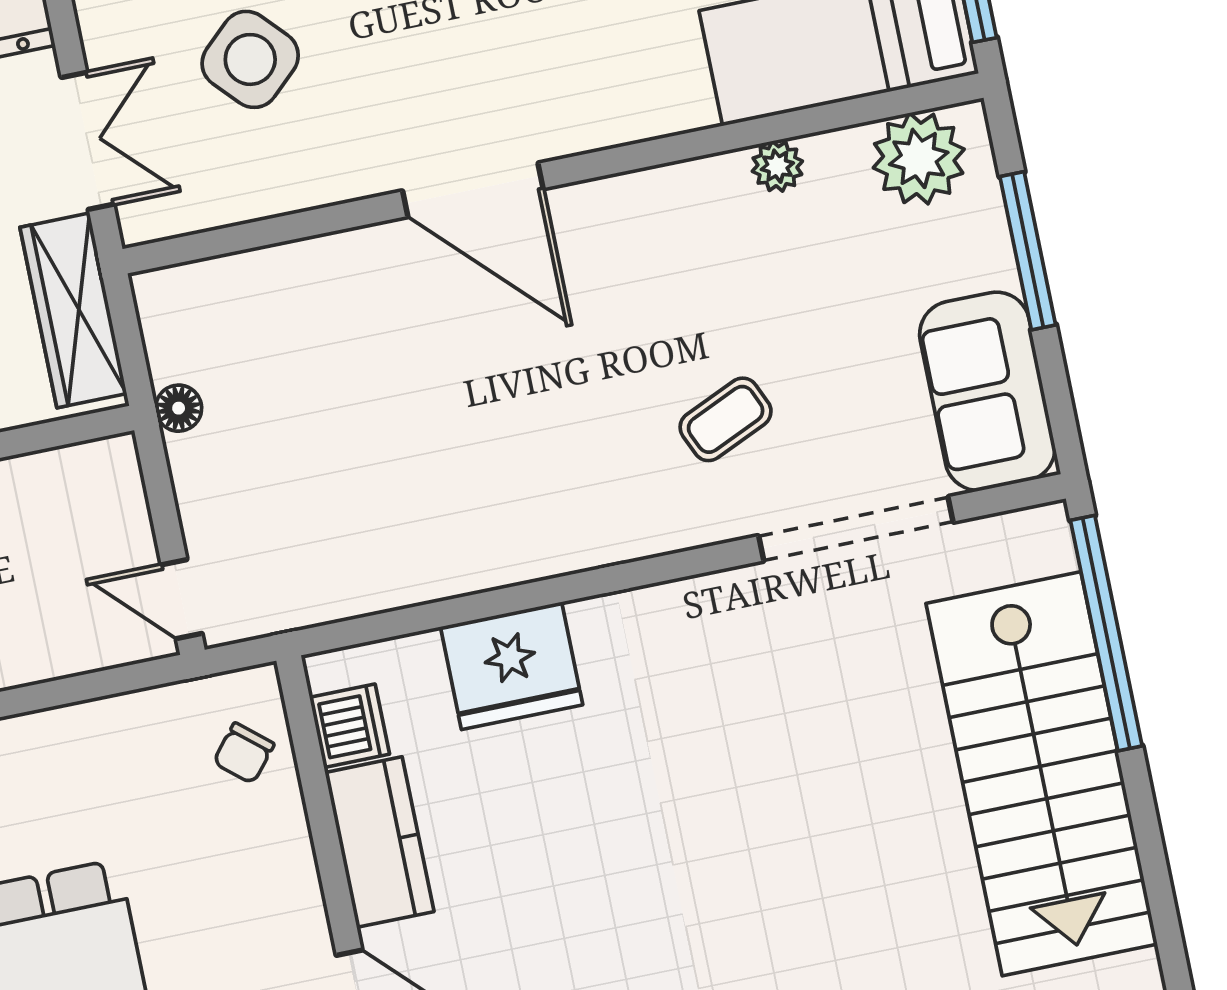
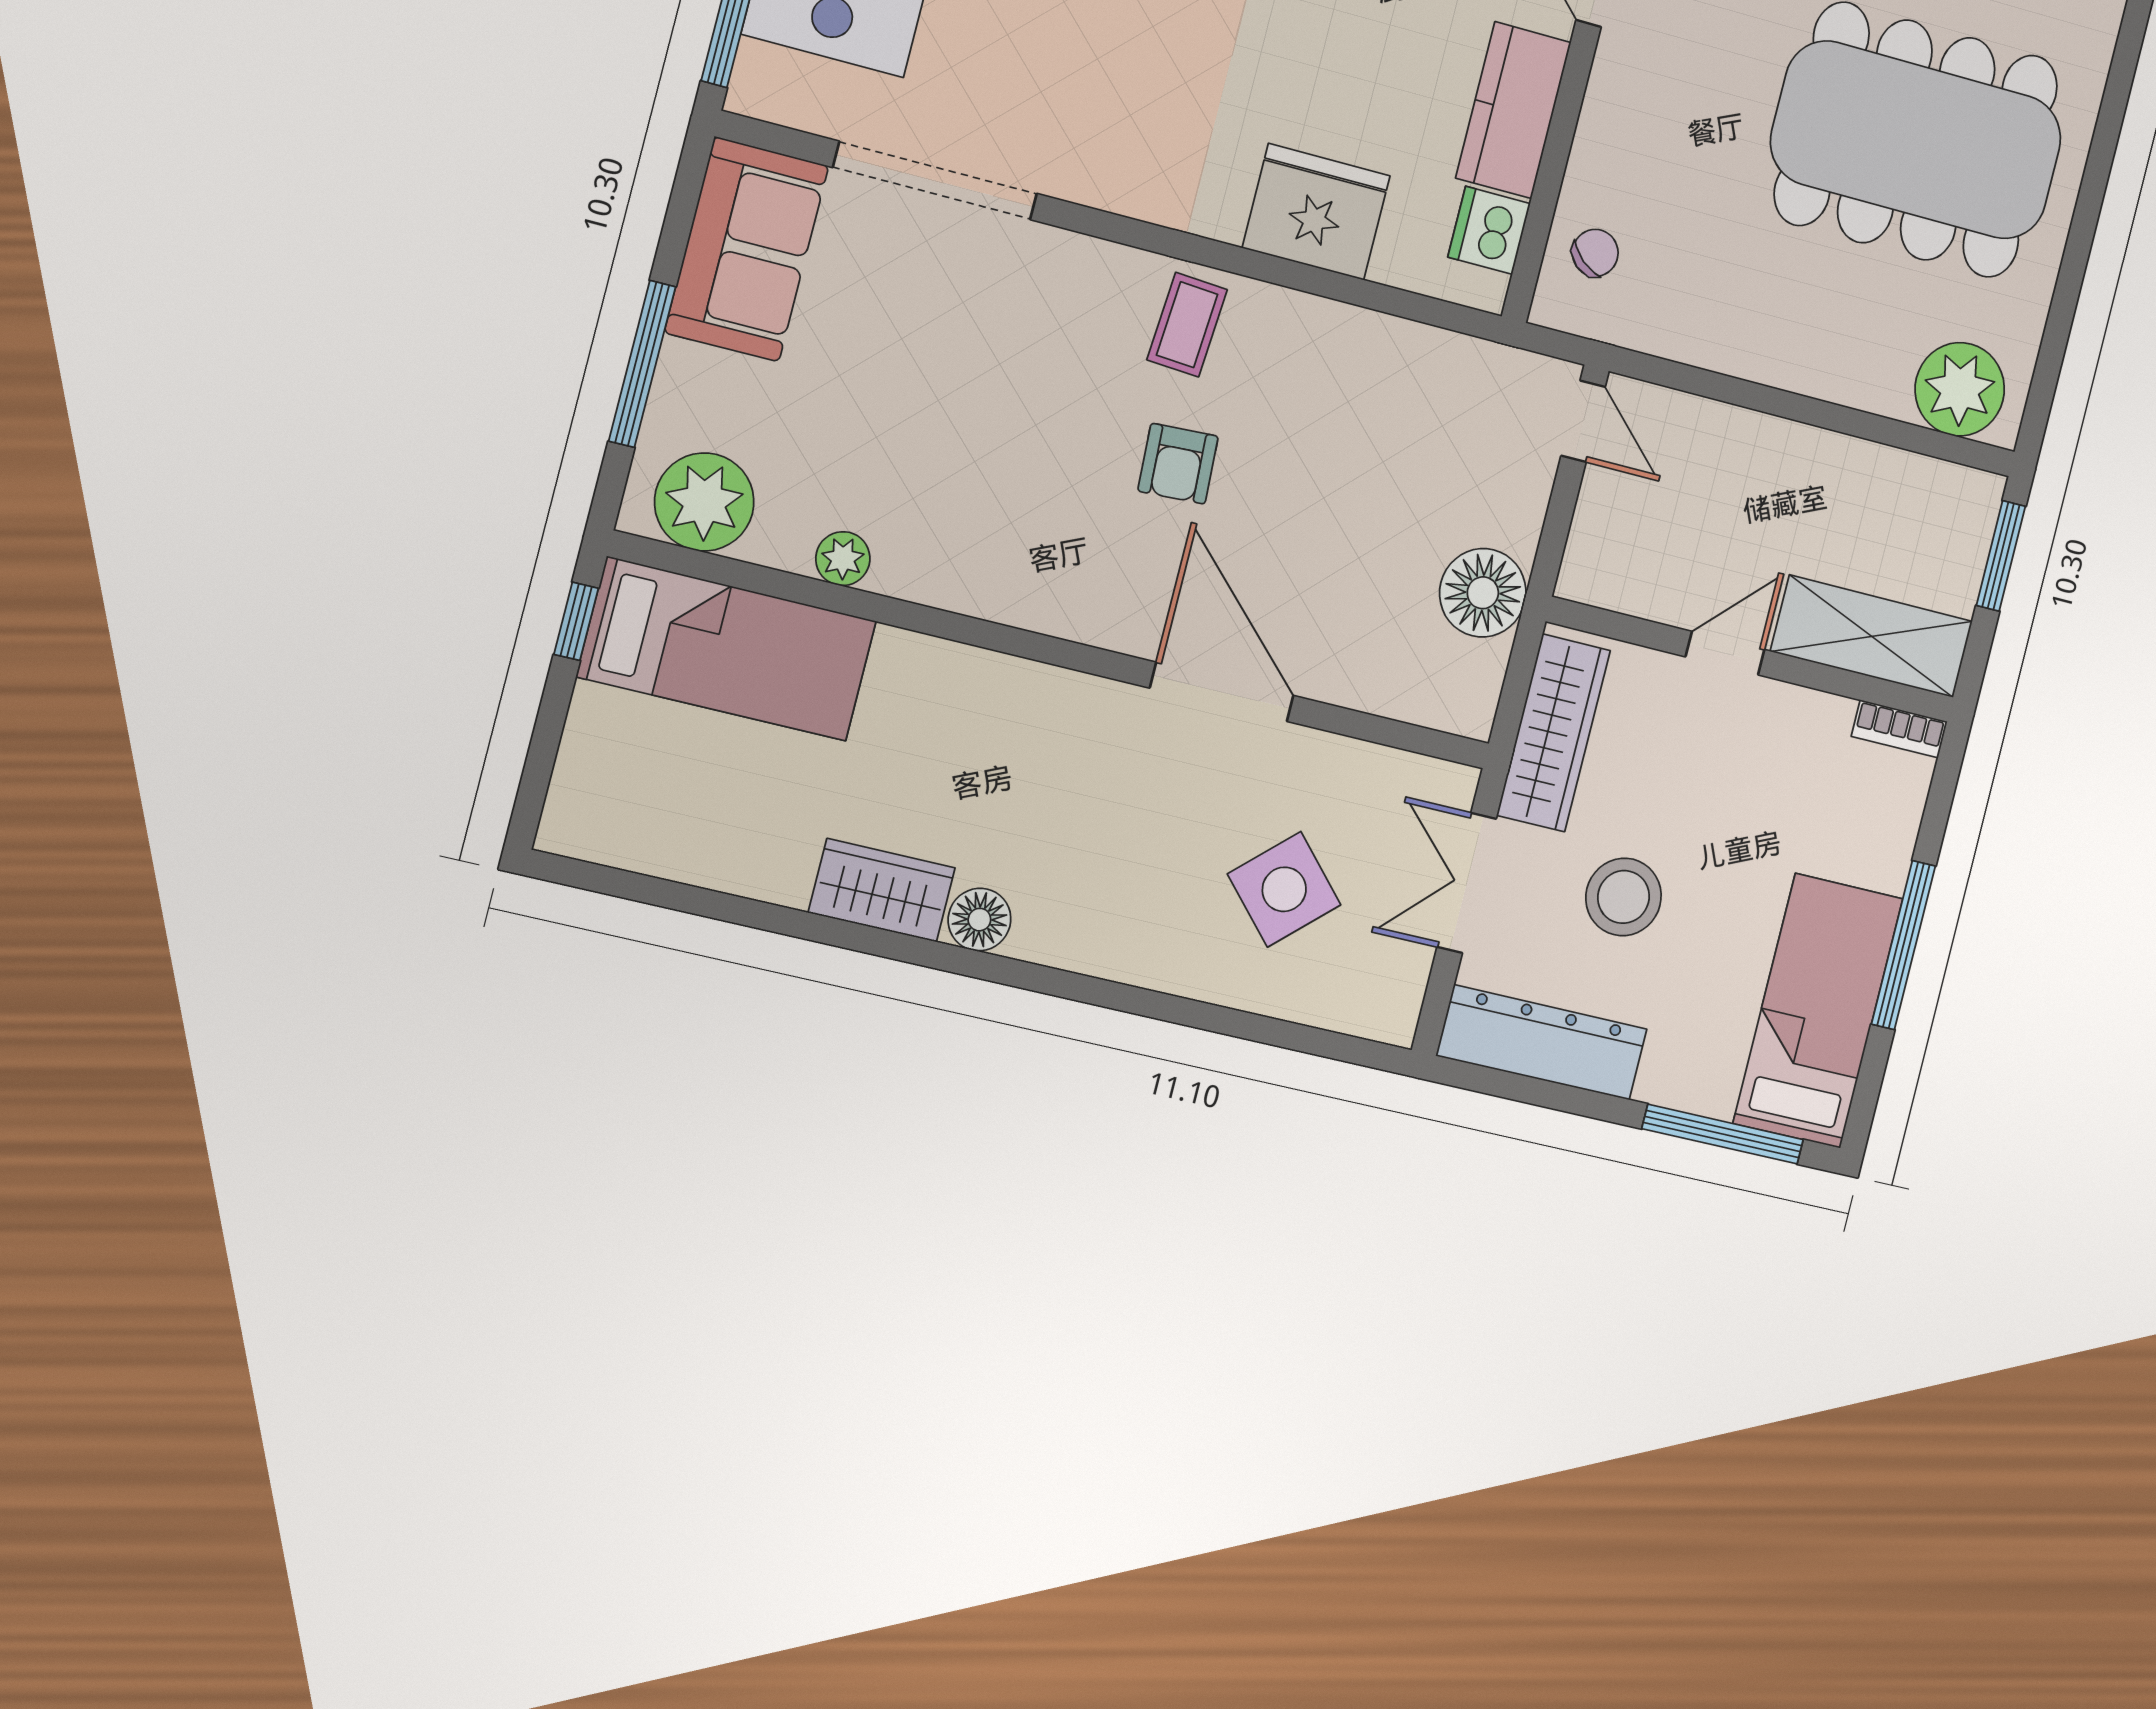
door: (473, 190) -> (1222, 692), moved
armchair: (526, 387) -> (1178, 464), added
floor lamp: (179, 408) -> (1483, 593), width x1.89, depth x1.89
coffee table: (726, 419) -> (1187, 325), moved, turned -62

